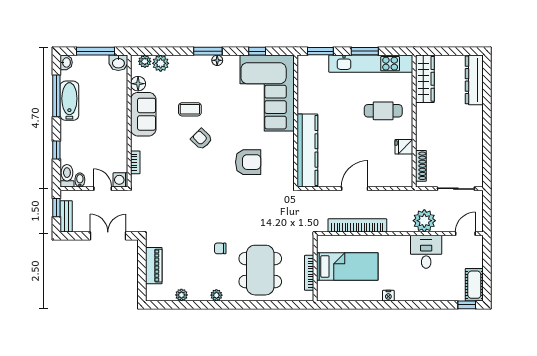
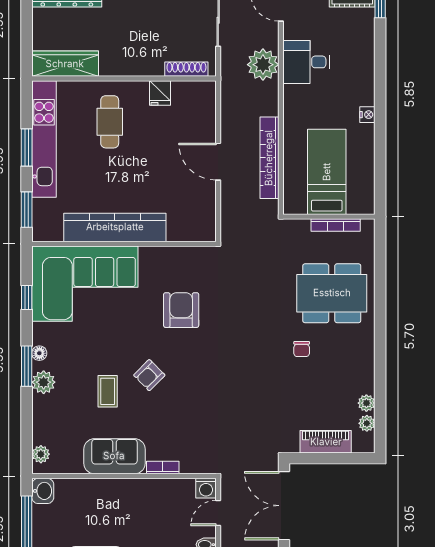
plant: (161, 63) -> (44, 382), moved
floor lamp: (138, 84) -> (72, 464), removed
kitchen counter: (307, 150) -> (115, 227), moved
bookcase: (135, 162) -> (163, 467), moved
double door: (108, 236) -> (284, 506), width x1.37
plant: (216, 295) -> (367, 423), moved

